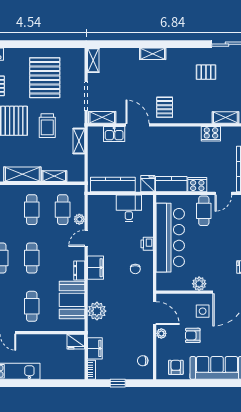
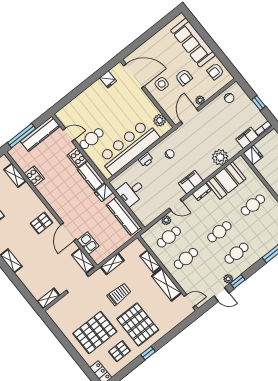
pallet: (45, 78) -> (95, 332), moved
plant: (199, 284) -> (160, 120), moved

